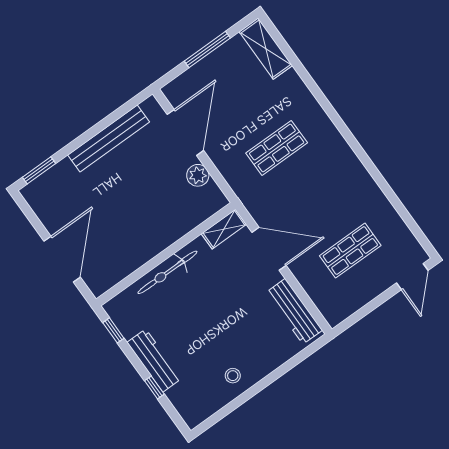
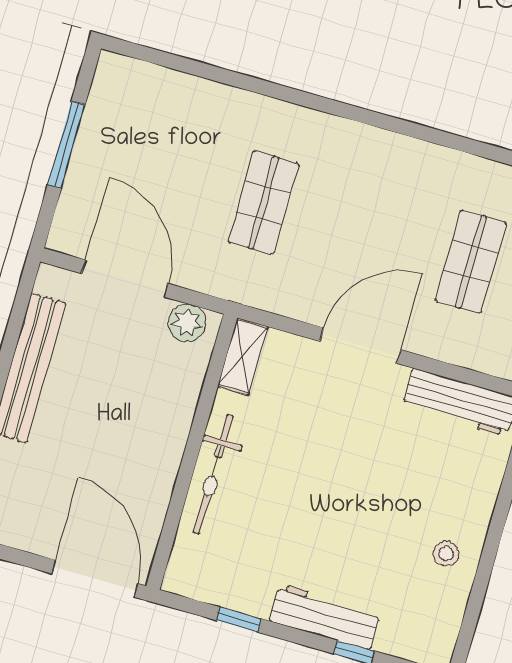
shelving: (266, 49) -> (144, 81), removed
shelving: (224, 229) -> (243, 357), moved
wall: (166, 254) -> (192, 452), moved
bicycle: (167, 272) -> (213, 474), moved

